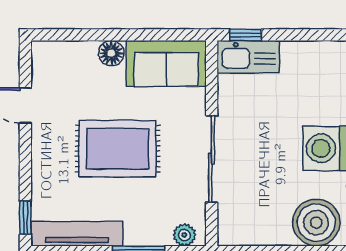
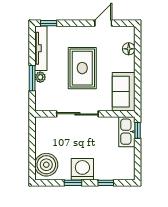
floor lamp: (111, 53) -> (129, 49), moved
plant: (184, 235) -> (40, 77), moved

